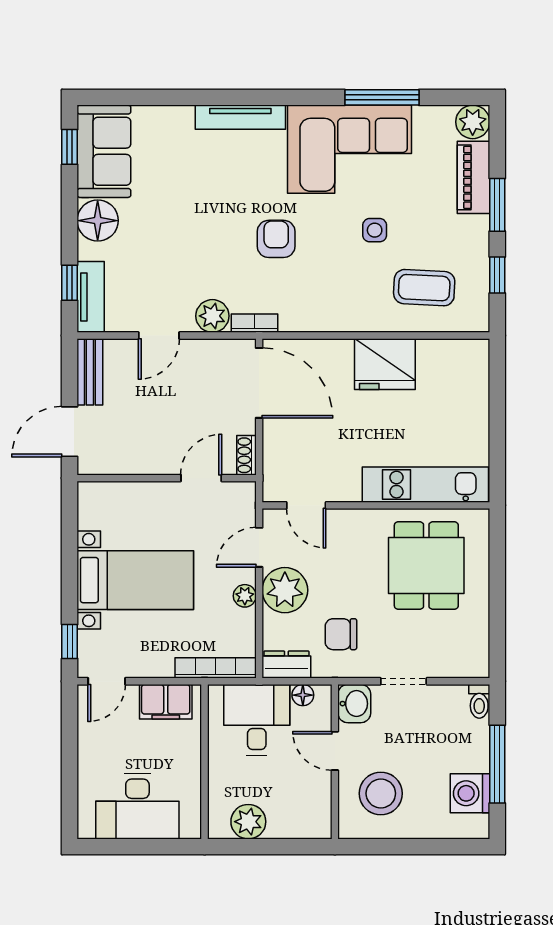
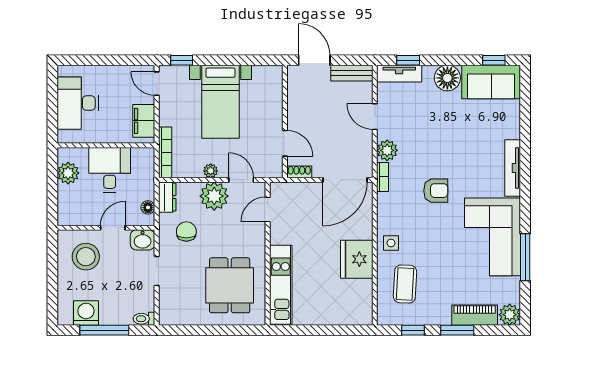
side table: (375, 230) -> (391, 243), moved
dining table: (426, 566) -> (230, 285), turned 90
desk: (257, 720) -> (110, 170), moved, turned -90

